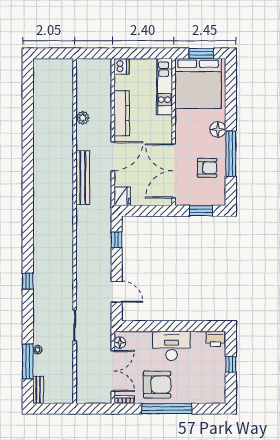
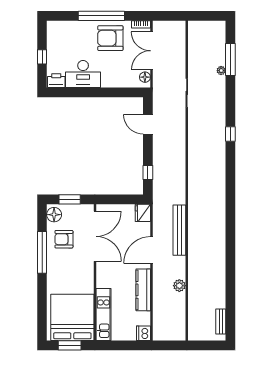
floor lamp: (218, 129) -> (54, 215), moved
desk: (172, 346) -> (83, 74), moved
bench: (38, 390) -> (221, 322), moved

